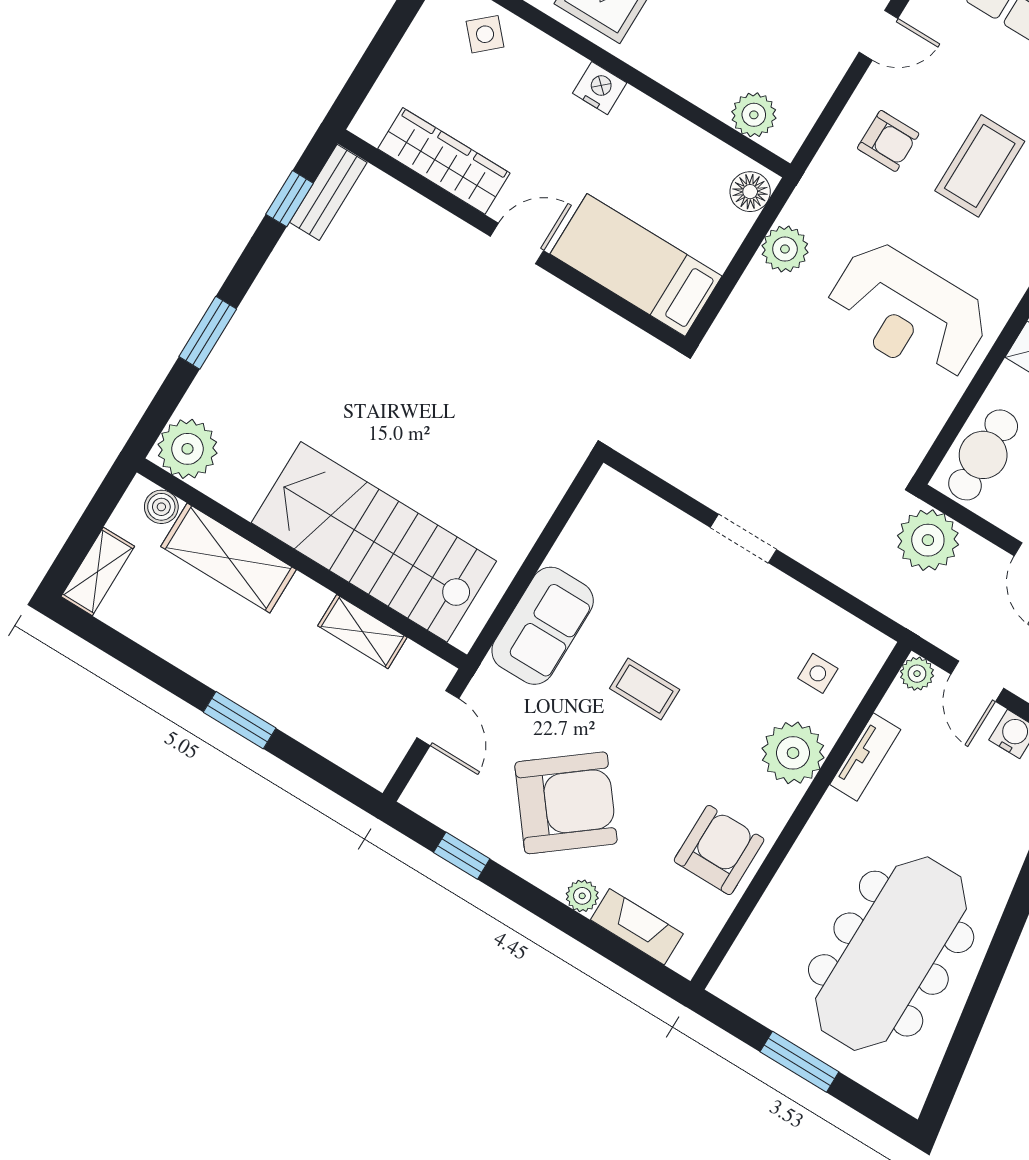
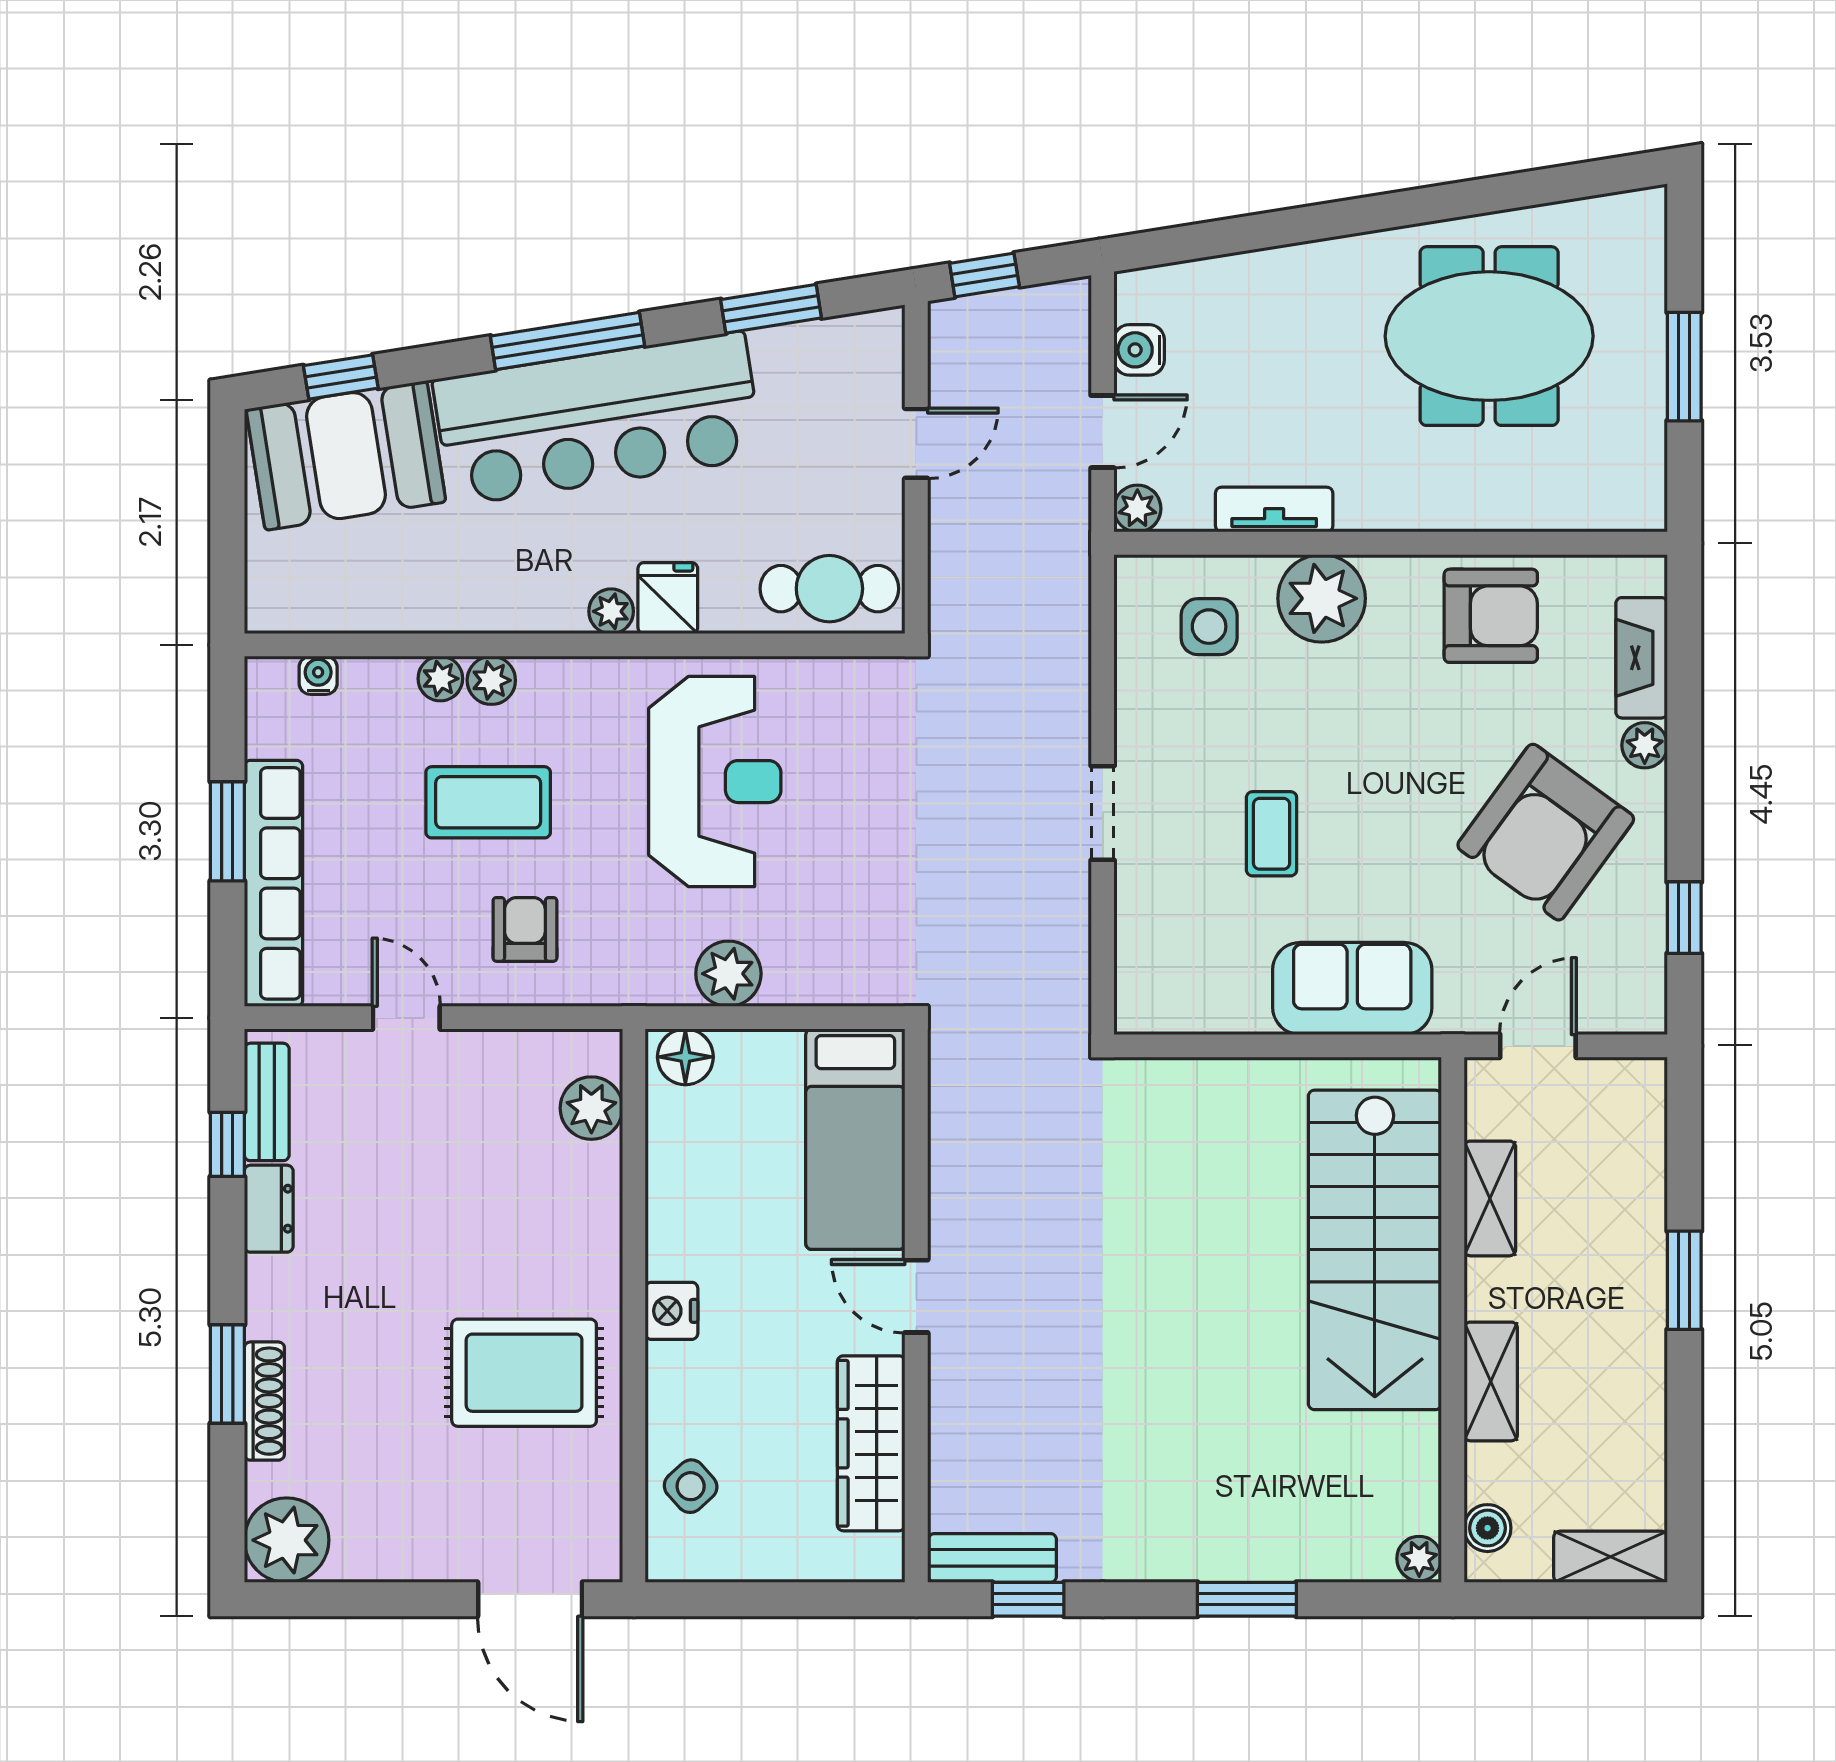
plant: (187, 449) -> (1419, 1559), width x0.53, depth x0.53
plant: (928, 540) -> (971, 592), removed
shelving: (228, 558) -> (1491, 1381), width x0.67, depth x0.75
side table: (818, 673) -> (1209, 627), width x1.37, depth x1.37
coffee table: (645, 689) -> (1272, 834), moved
armchair: (566, 803) -> (1546, 832), turned -106
armchair: (719, 850) -> (1491, 616), turned 180
meeting table: (891, 954) -> (1489, 336), width x0.73

